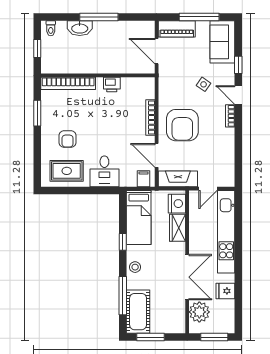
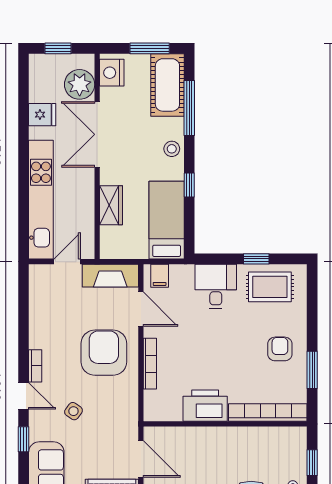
printer: (112, 85) -> (205, 406), width x1.87, depth x1.48
armchair: (68, 139) -> (280, 349), moved
window: (76, 190) -> (256, 259), added
nightstand: (177, 204) -> (112, 73), moved
window: (214, 337) -> (58, 48), width x0.67

